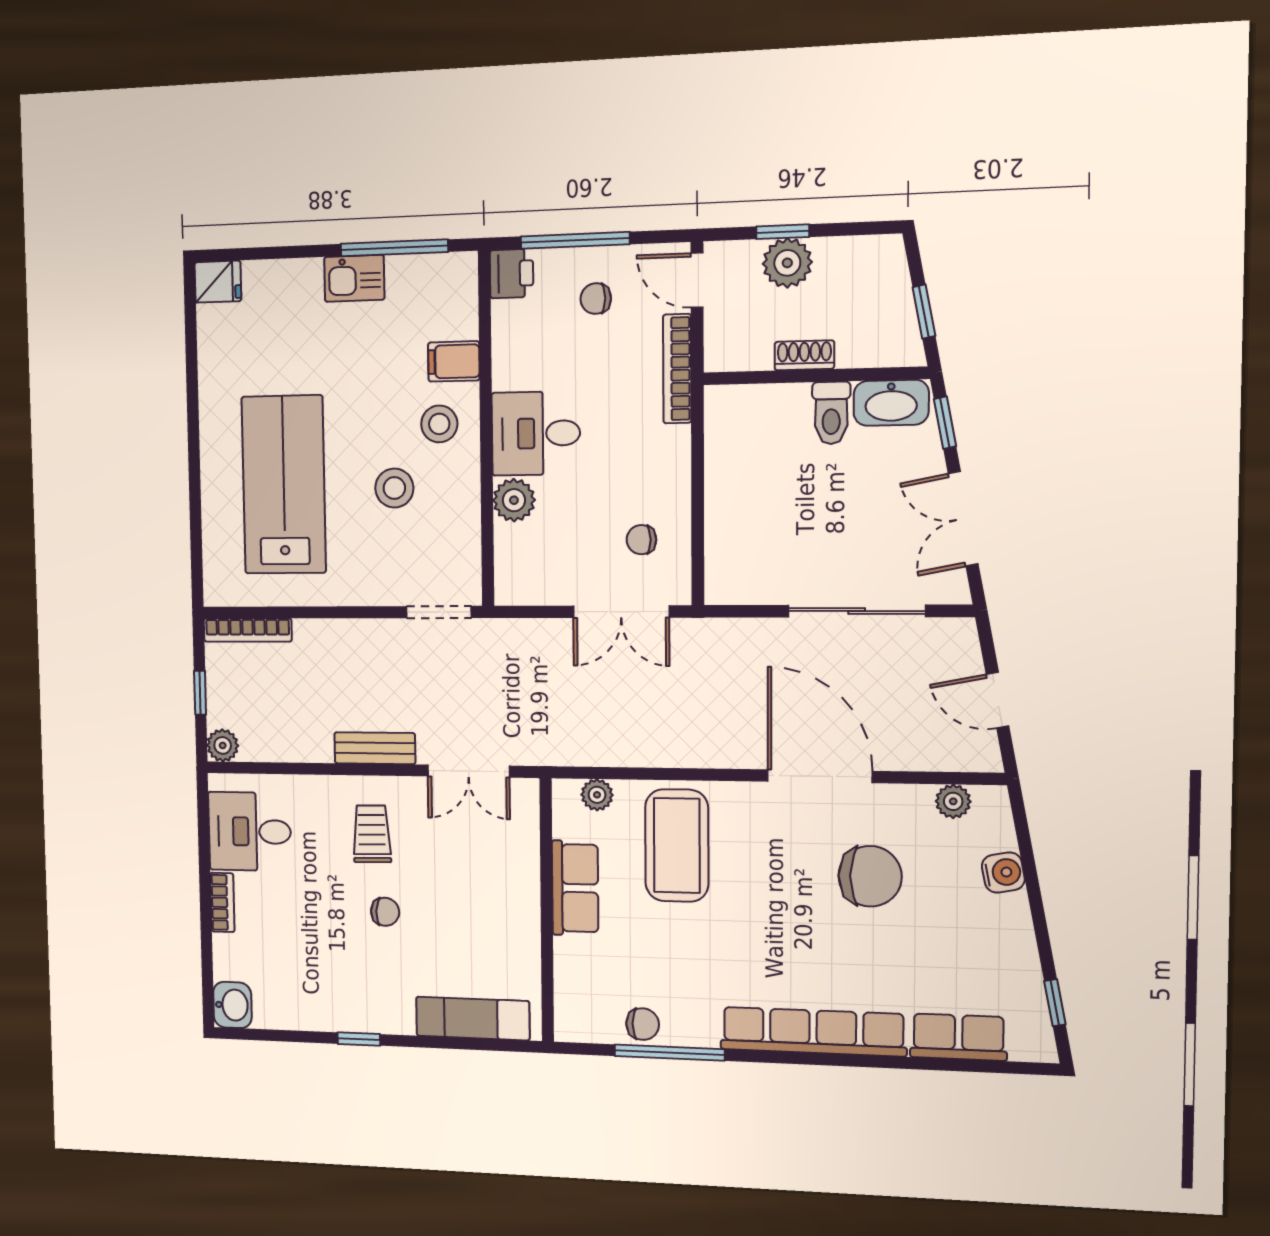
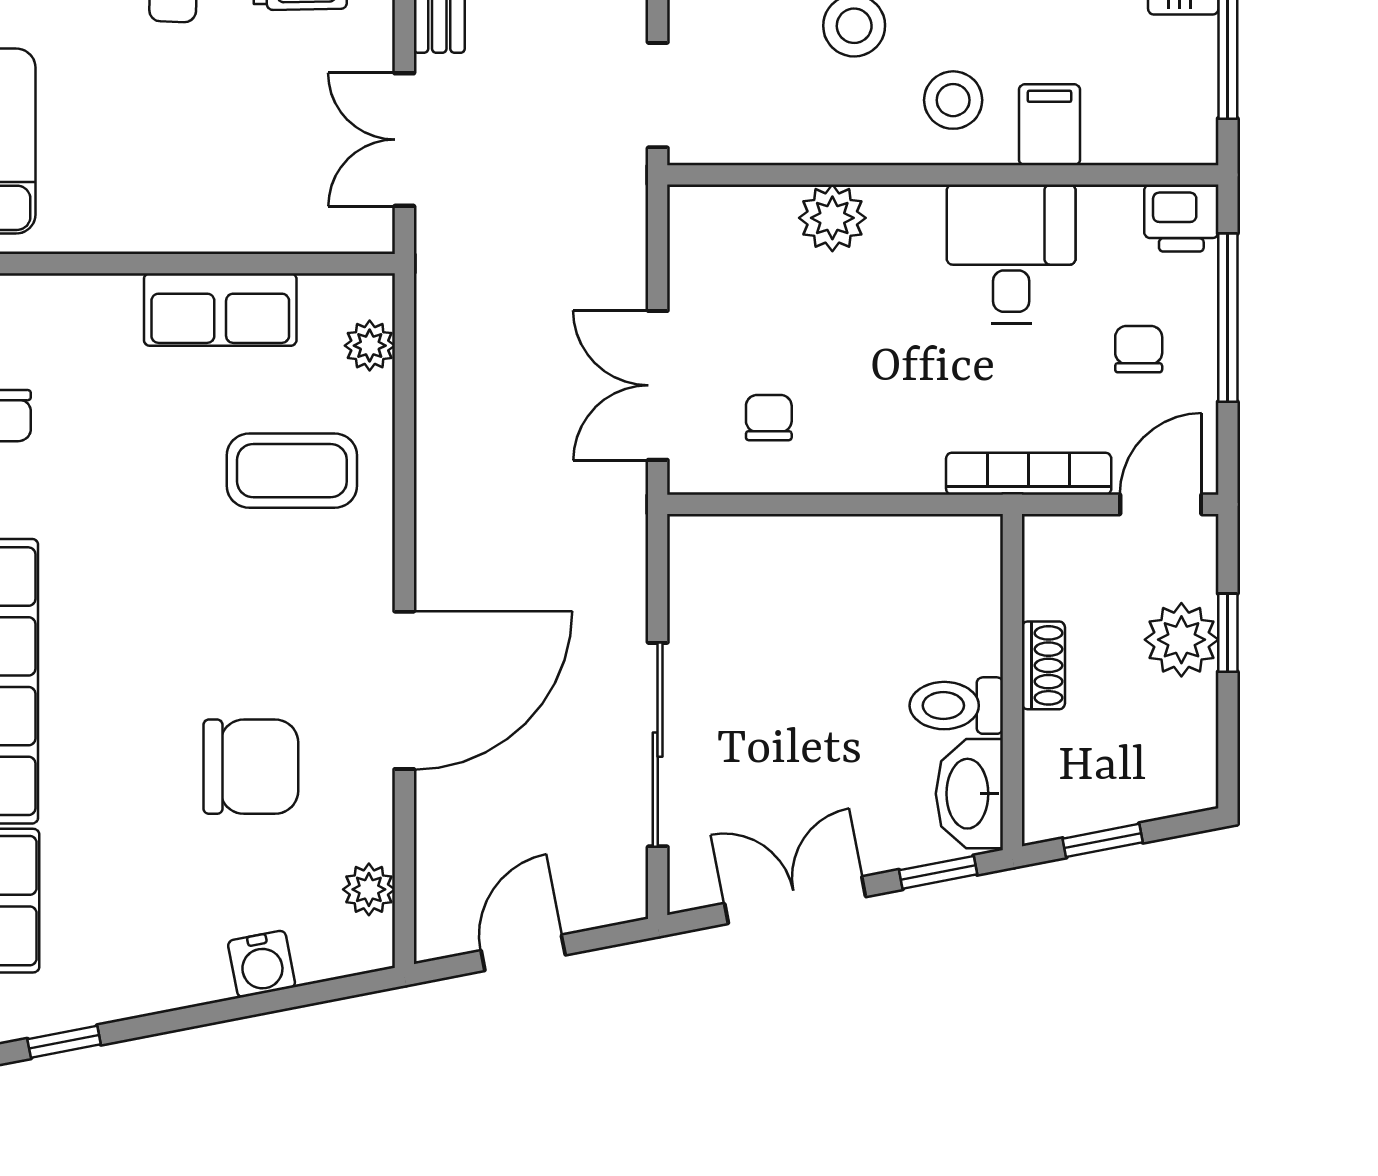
desk: (536, 433) -> (1011, 254), moved
coffee table: (677, 846) -> (292, 471), width x0.73, depth x0.76
chair: (870, 876) -> (251, 767), turned -90

